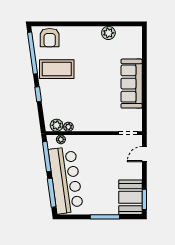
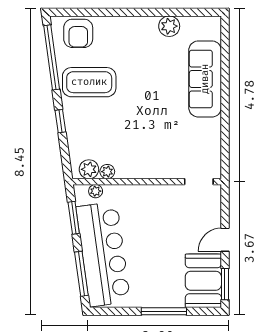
sofa: (132, 84) -> (205, 79), moved
door: (144, 154) -> (225, 240), moved
window: (47, 157) -> (74, 218), width x0.69

